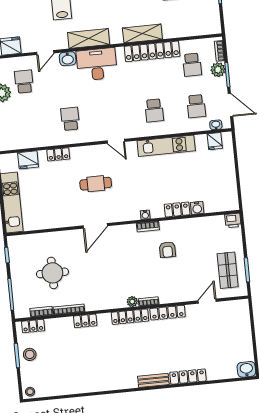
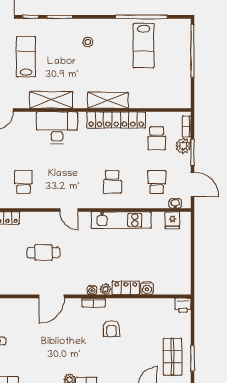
washbasin: (68, 59) -> (27, 119), removed
school desk: (196, 106) -> (157, 182), turned 180
plant: (158, 213) -> (106, 289), added
door: (95, 226) -> (52, 296), moved

